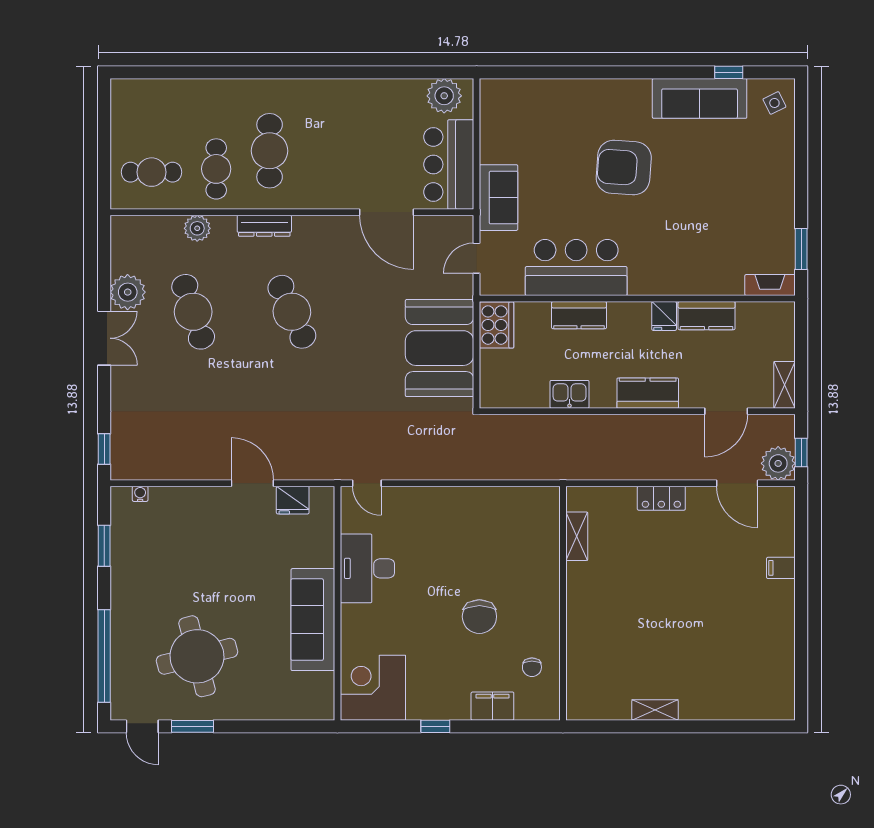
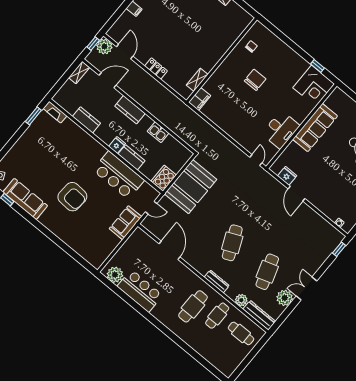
bar counter: (449, 164) -> (140, 291), moved, turned -90
dresser: (146, 228) -> (259, 315), added
fridge: (664, 316) -> (117, 145), moved
filing cabinet: (492, 706) -> (200, 99), moved, turned -90
window: (435, 726) -> (317, 66), moved

